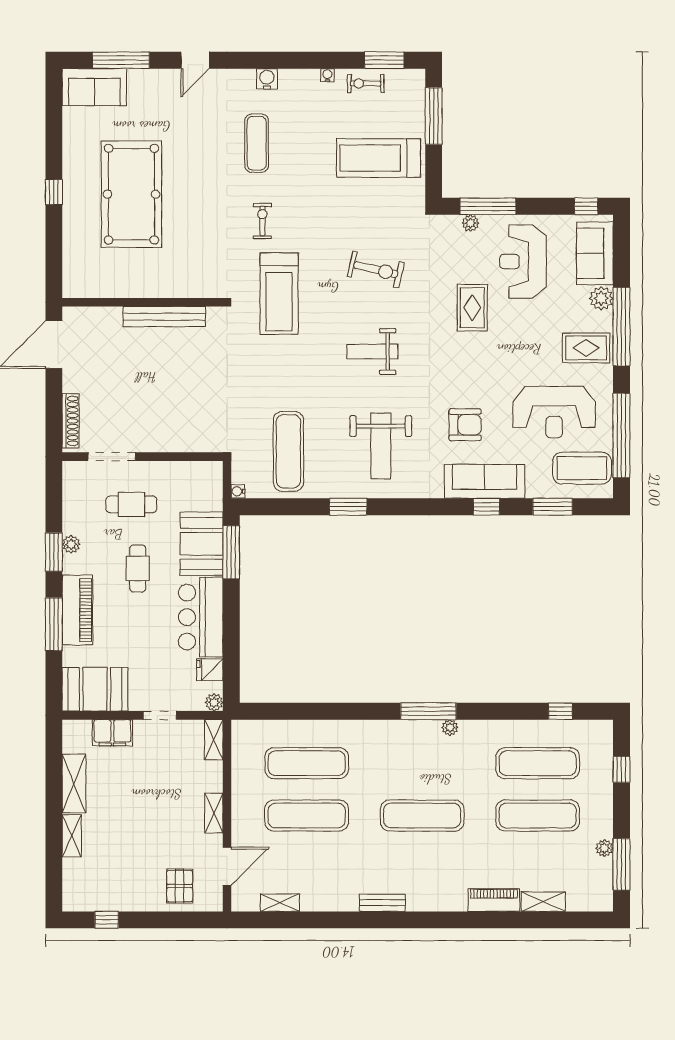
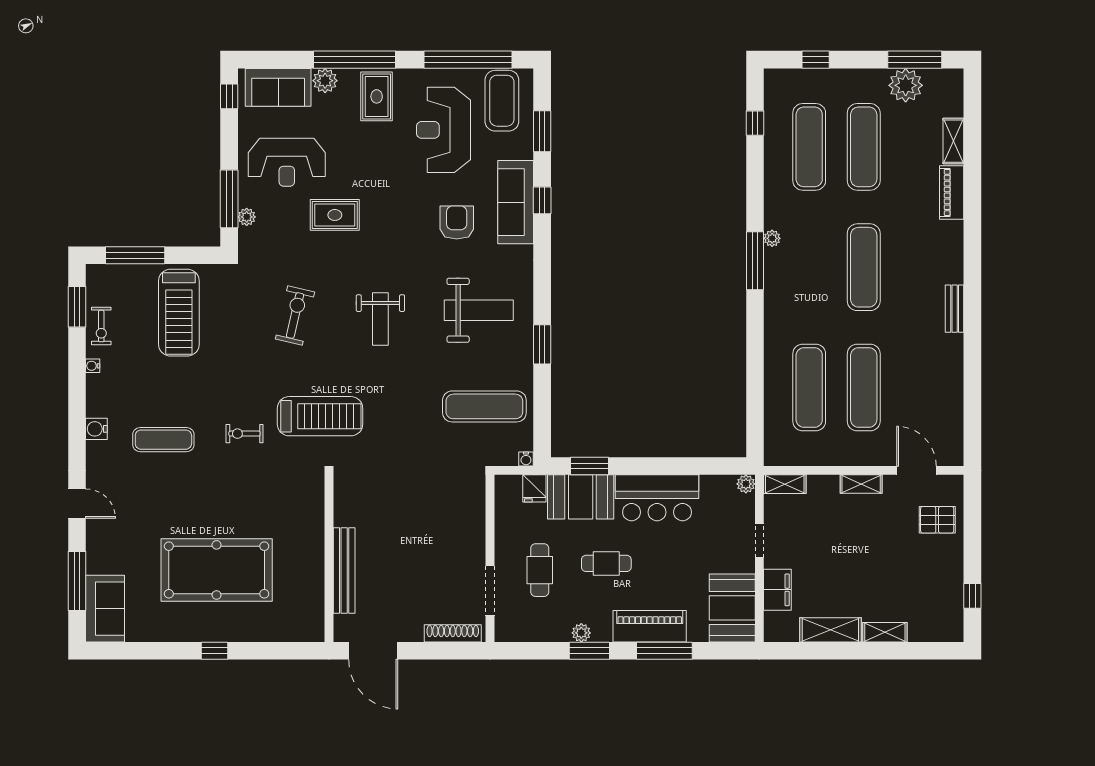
bench: (164, 317) -> (344, 570), moved
reception desk: (554, 412) -> (444, 130), turned 180
window: (231, 552) -> (589, 466), width x0.69
fridge: (210, 670) -> (534, 488), moved
plant: (604, 848) -> (906, 85), width x1.87, depth x1.87
shelving: (280, 903) -> (955, 415), removed

